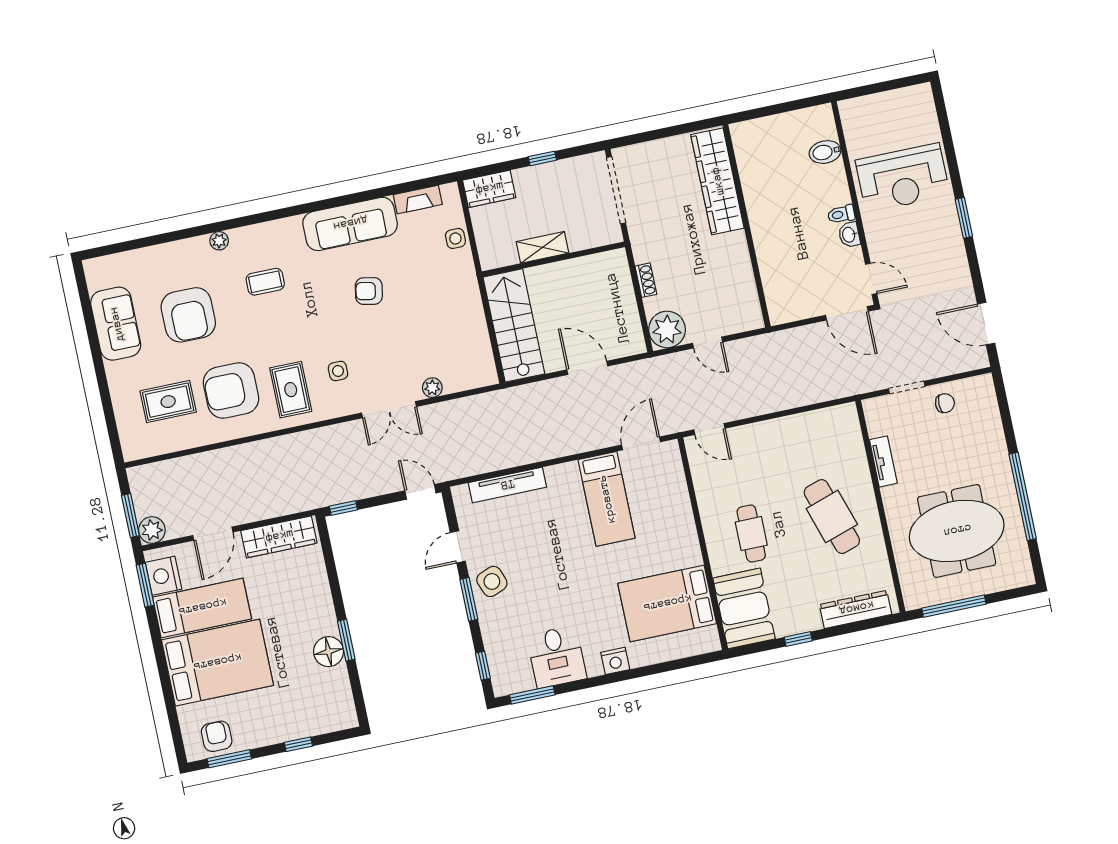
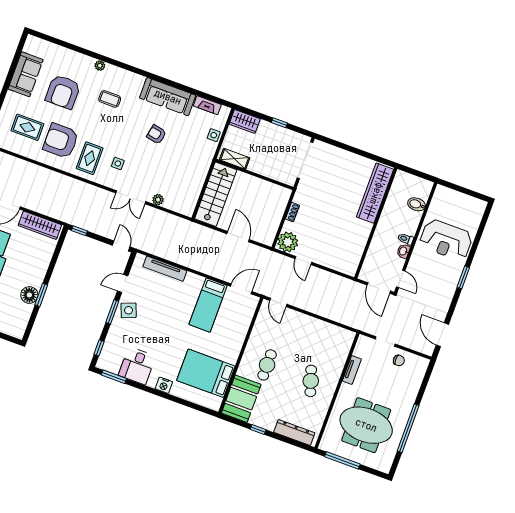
wardrobe: (717, 181) -> (375, 193), moved
wall: (747, 226) -> (376, 223), moved
shelving: (542, 247) -> (235, 159), moved
cafe table: (832, 517) -> (311, 381), width x0.73, depth x0.74

